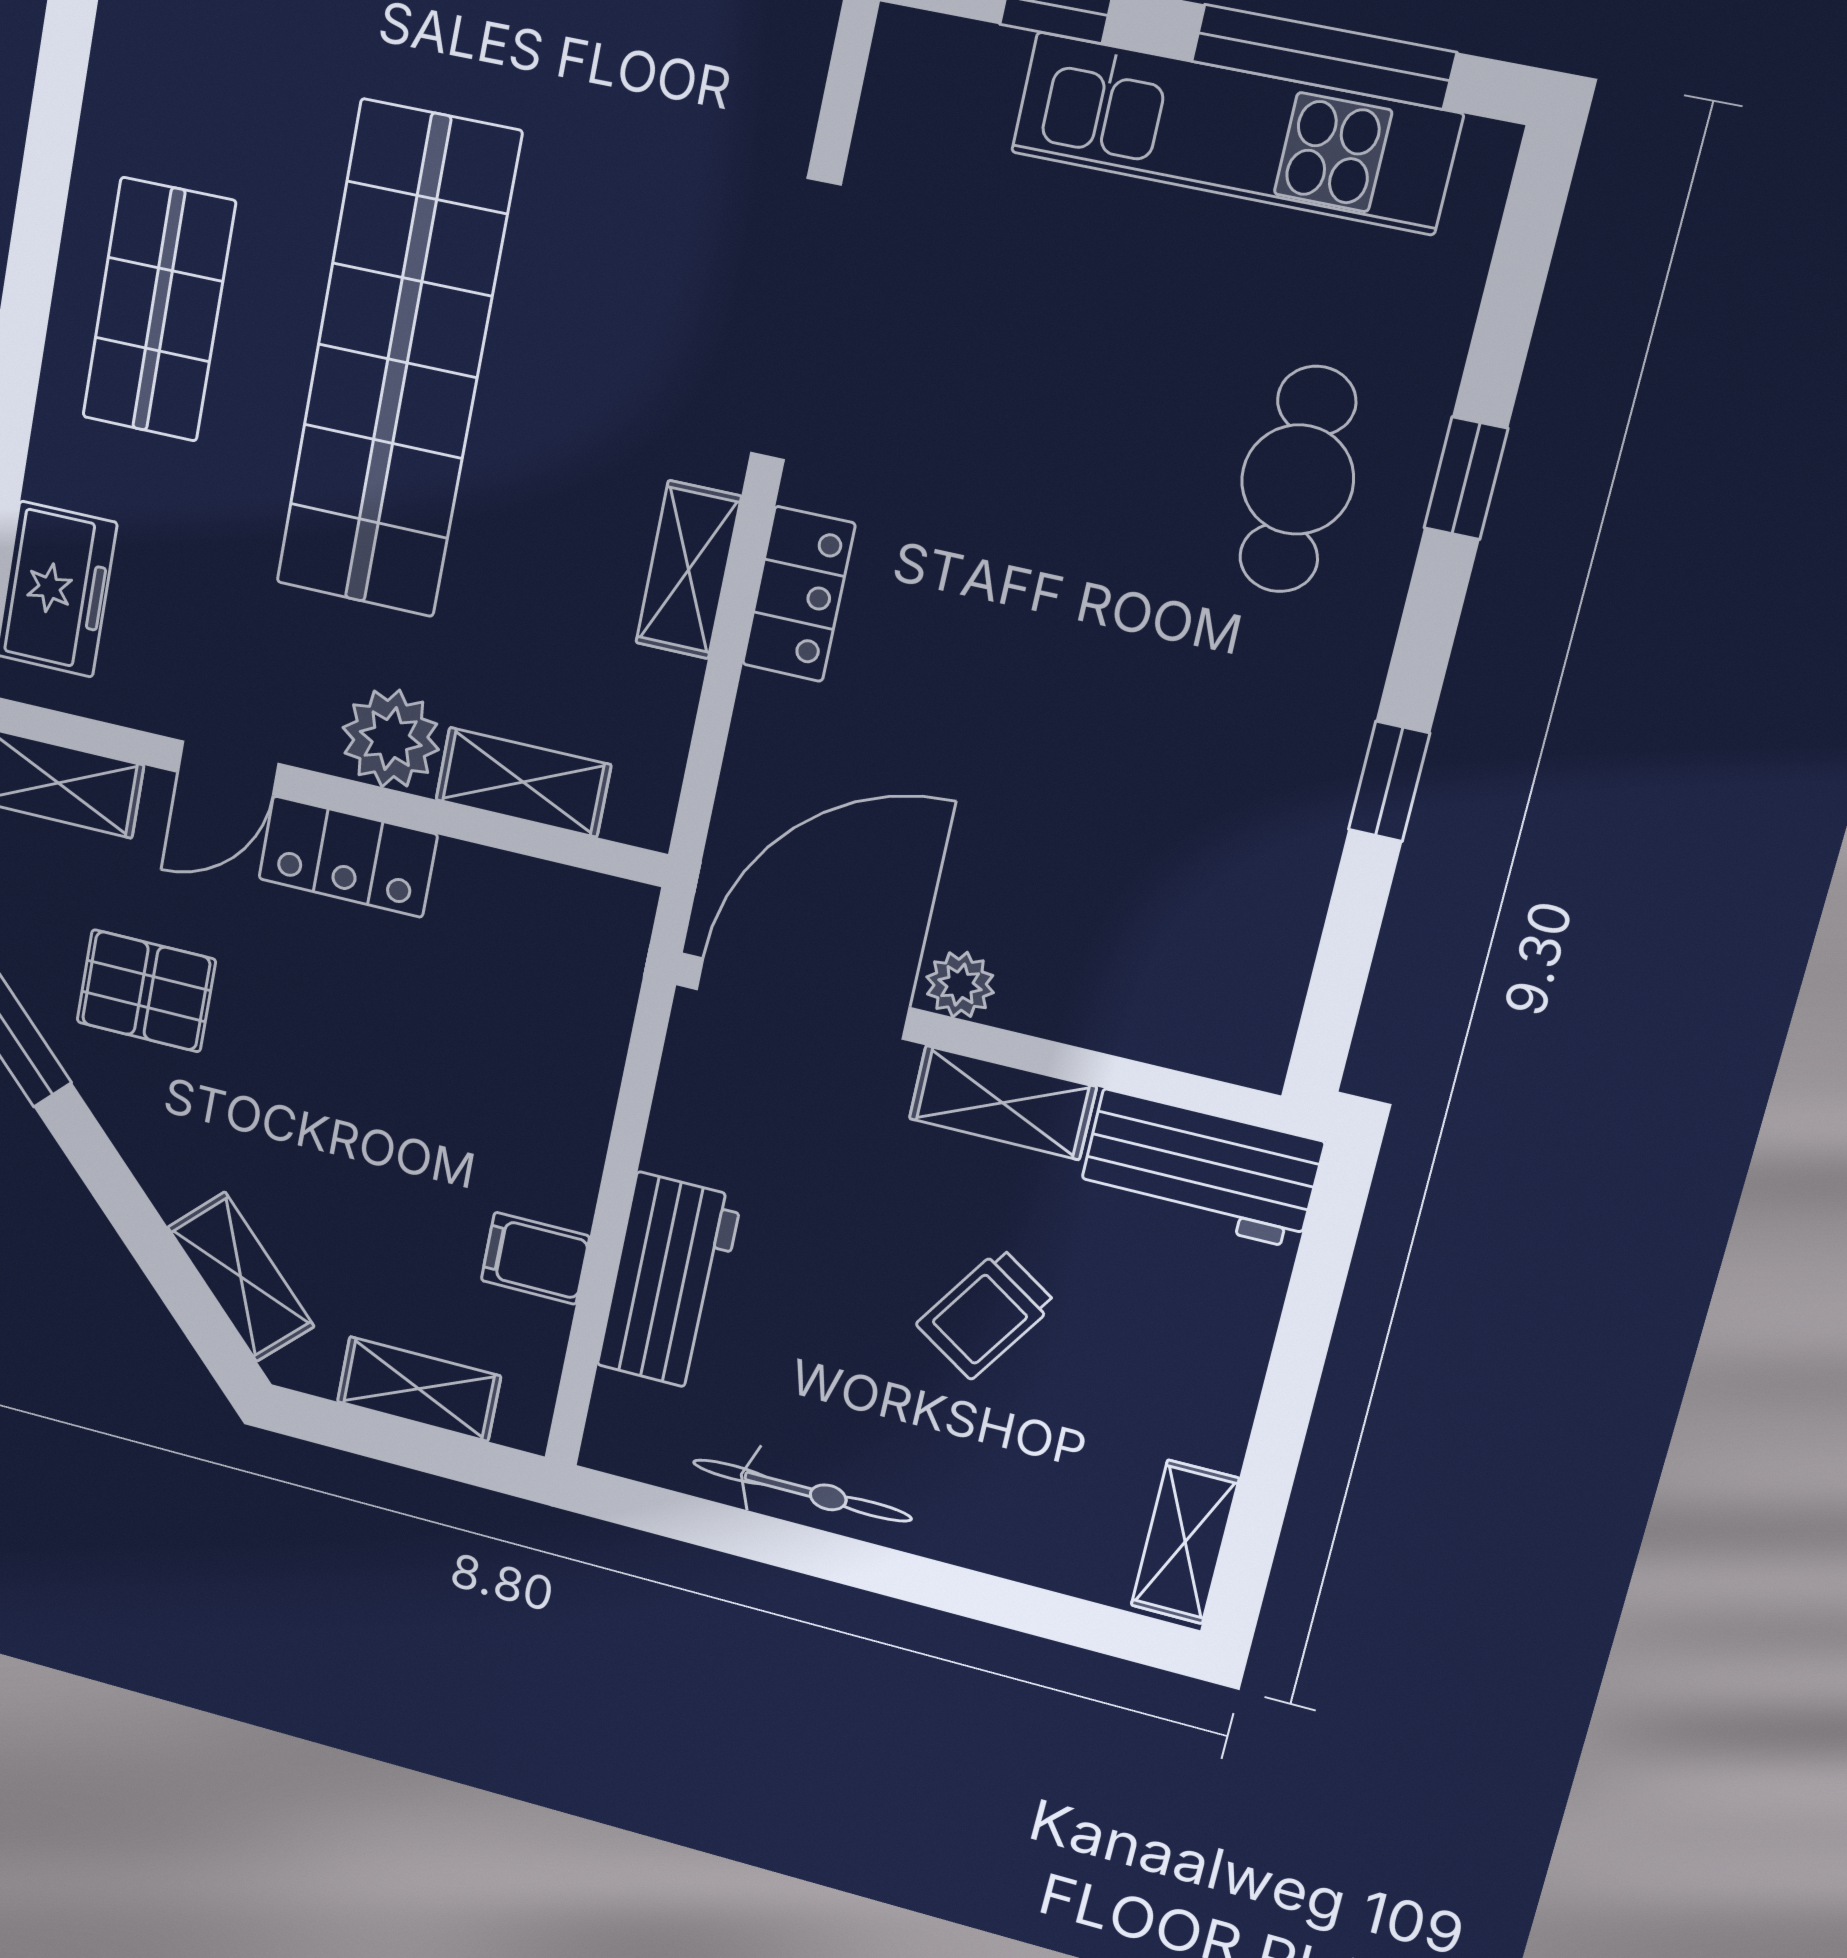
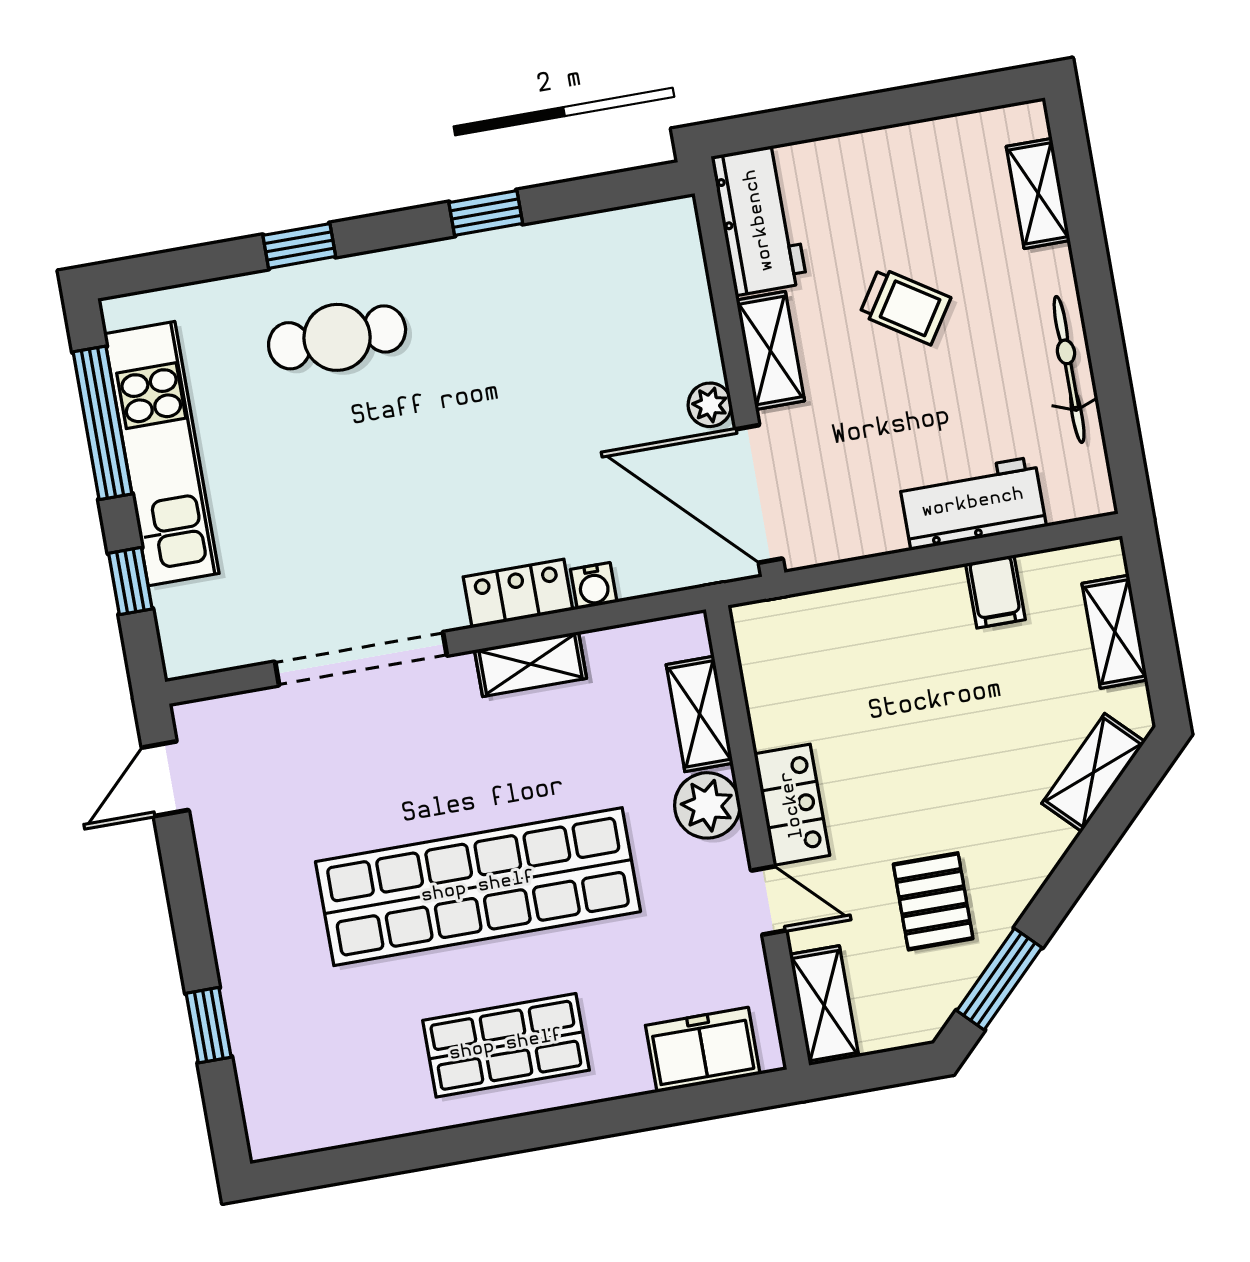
water cooler: (766, 709) -> (594, 586), added
shelving: (1185, 1542) -> (1038, 193), moved, turned 90

